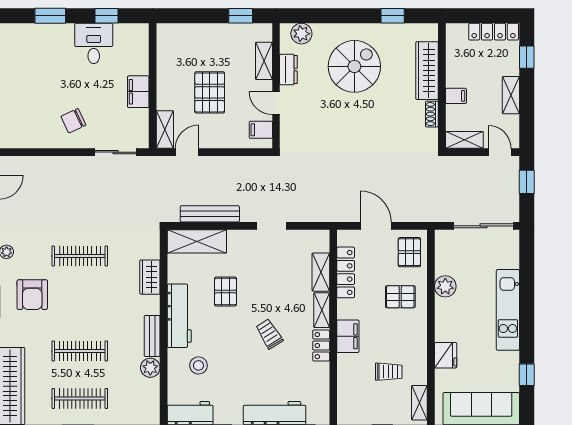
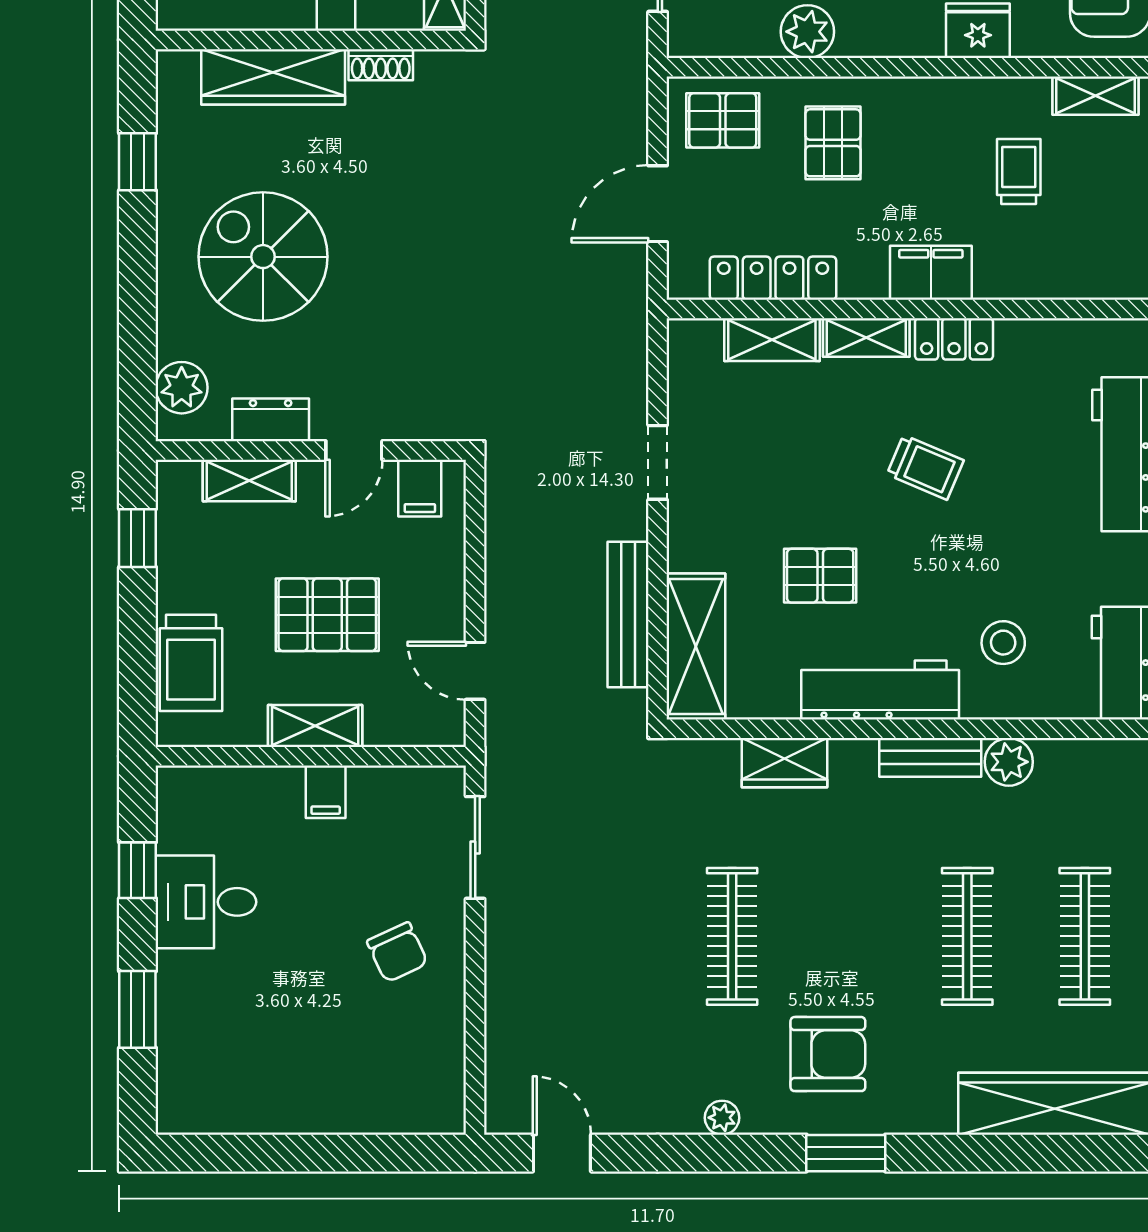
trolley: (190, 37) -> (191, 663), added
filing cabinet: (138, 92) -> (326, 792), width x0.50
shelving: (165, 129) -> (315, 726), moved
trolley: (269, 334) -> (925, 467), turned -125

